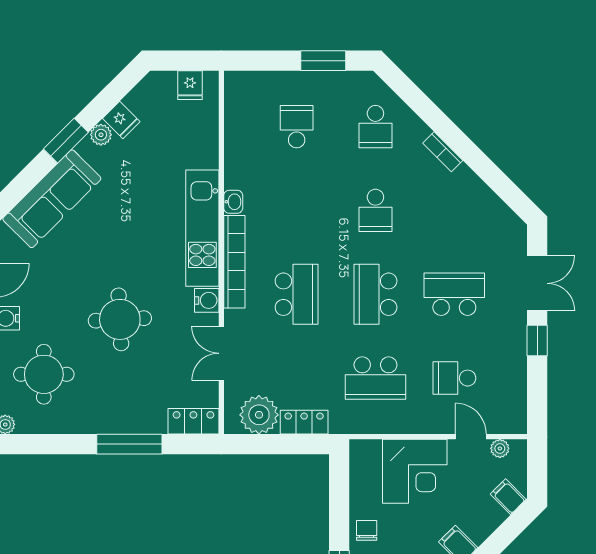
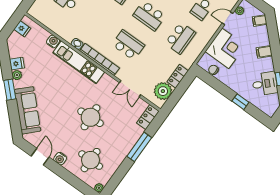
water cooler: (207, 300) -> (53, 41), moved
chair: (367, 530) -> (213, 70), moved

